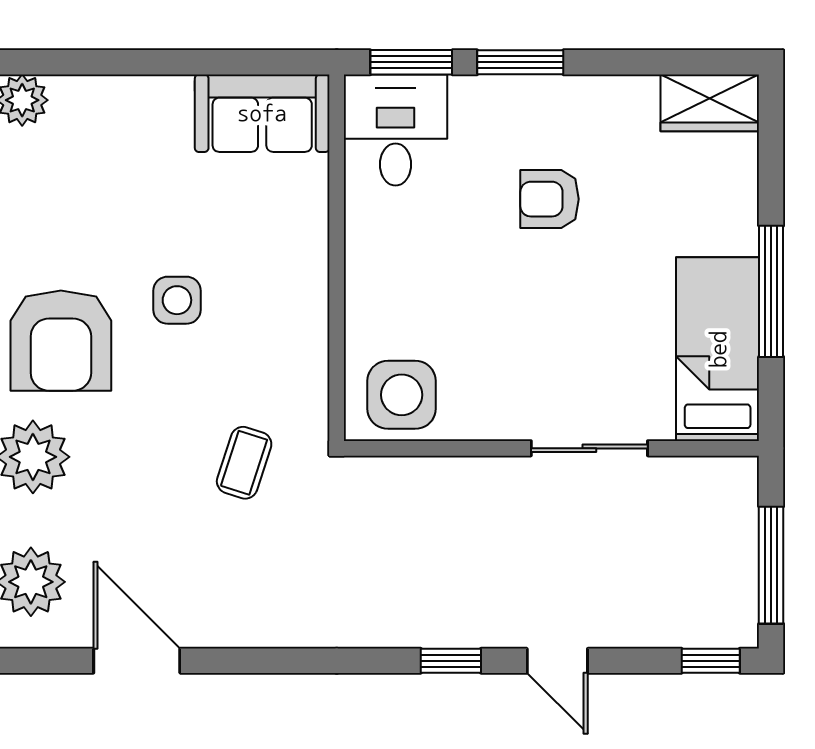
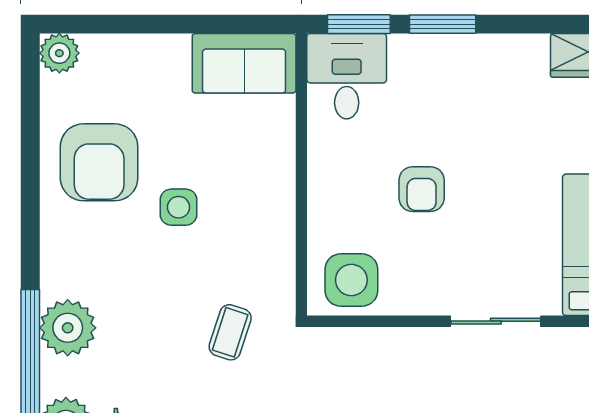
armchair: (550, 199) -> (422, 189), moved, turned -90
armchair: (61, 341) -> (99, 162), moved

